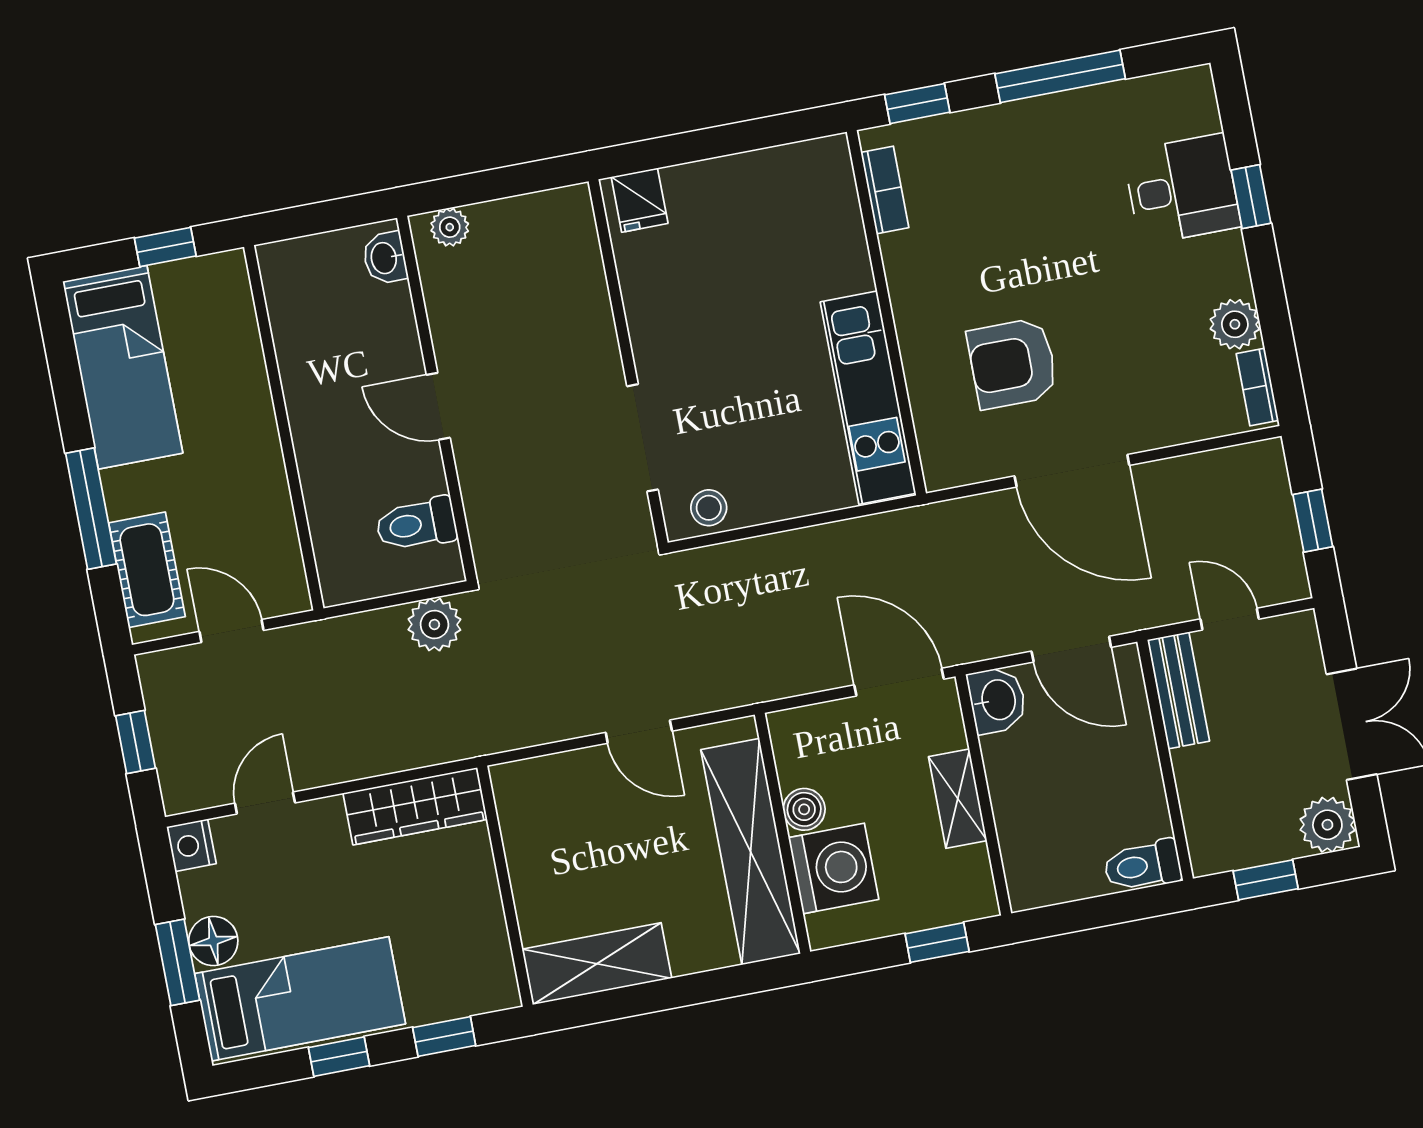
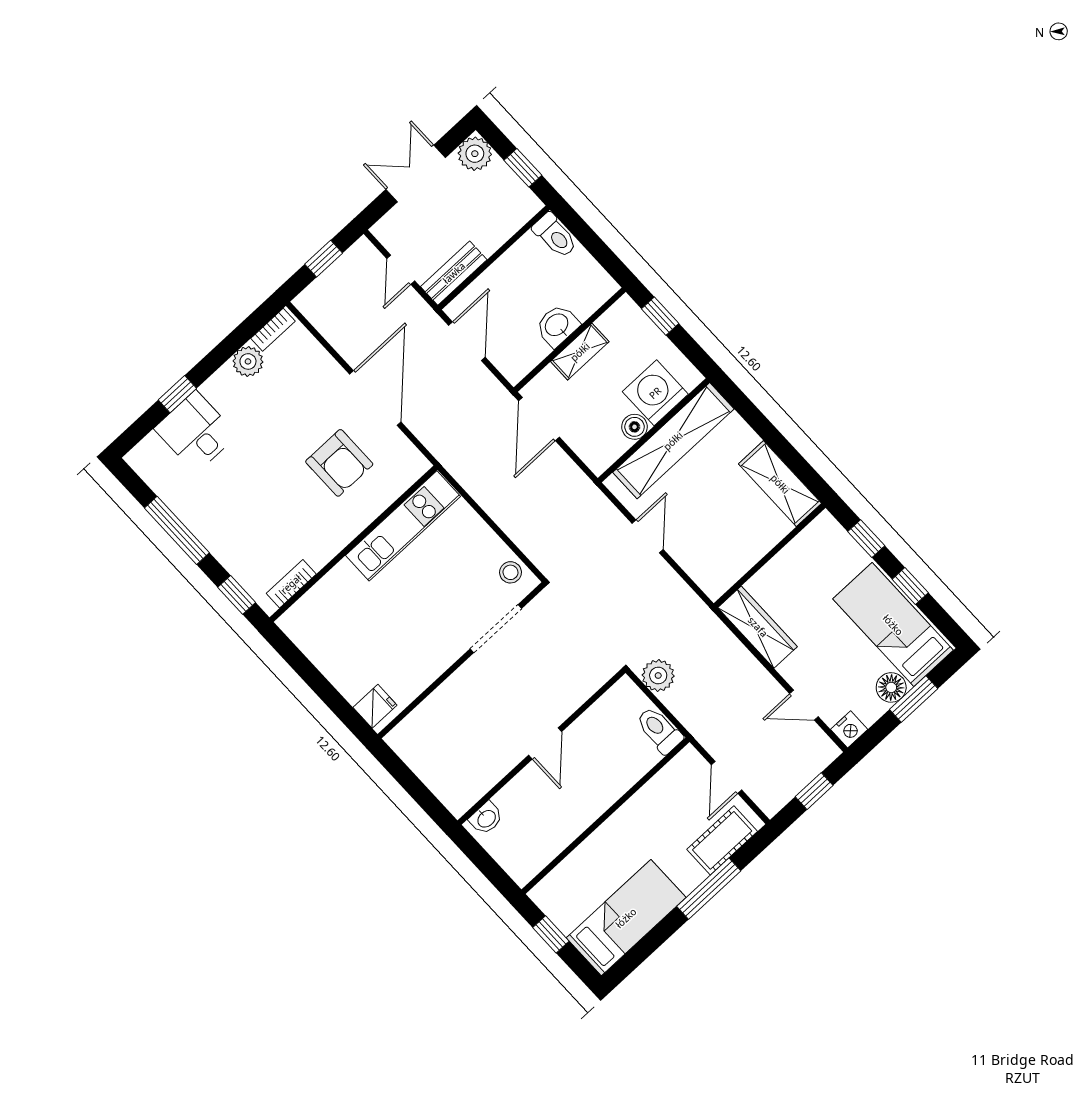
plant: (450, 227) -> (450, 795), removed
toilet: (416, 524) -> (659, 730), moved, turned 180
washbasin: (997, 700) -> (557, 325), moved

